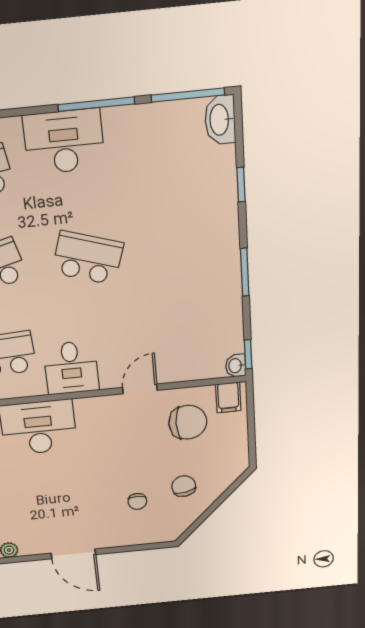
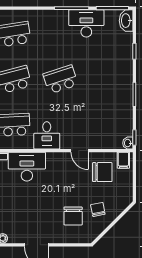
desk: (64, 142) -> (86, 23), moved
school desk: (88, 258) -> (60, 79), turned -36
door: (140, 389) -> (80, 151), swing flipped
chair: (137, 501) -> (73, 216), width x1.87, depth x1.87

